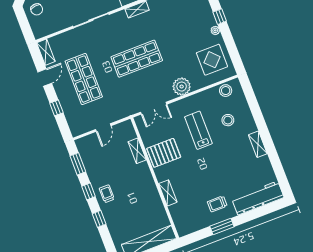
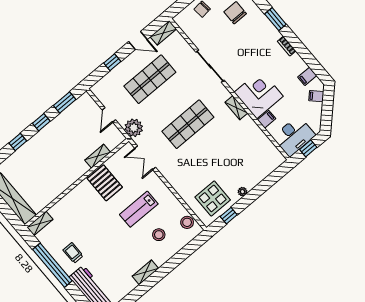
window: (220, 17) -> (229, 216), moved
shop shelf: (137, 59) -> (188, 124), turned 90
plant: (182, 87) -> (134, 128), moved
door: (103, 128) -> (109, 115), hinge flipped
lab bench: (198, 130) -> (139, 209), turned 180
shelving: (168, 193) -> (40, 223), moved
trolley: (107, 194) -> (45, 141), removed
window: (222, 226) -> (52, 265), width x2.11

